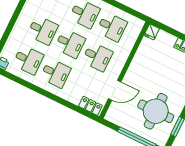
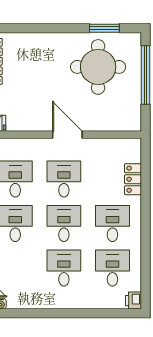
door: (115, 90) -> (67, 135), moved
locker: (90, 106) -> (133, 179), moved

